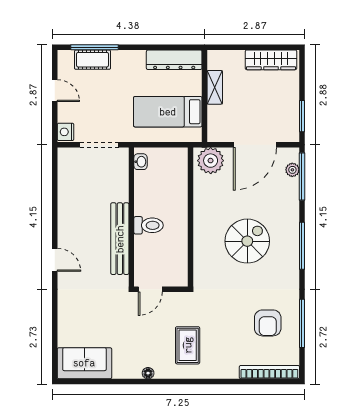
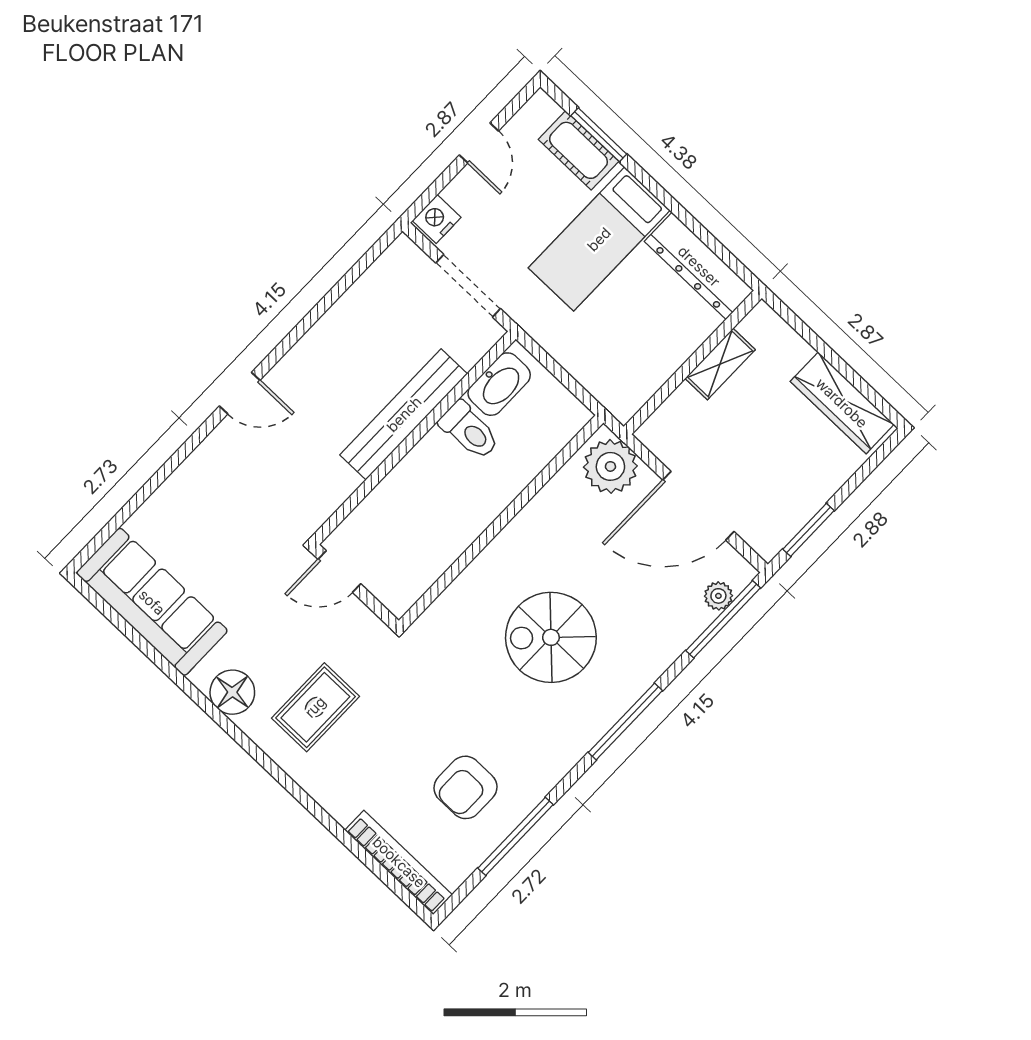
window: (94, 47) -> (599, 135), width x0.69
bed: (168, 112) -> (599, 239), moved, turned -90
washbasin: (141, 162) -> (499, 384), width x1.91, depth x1.45
toilet: (149, 225) -> (469, 430), moved
bench: (120, 239) -> (404, 414), moved
spiral stairs: (247, 241) -> (551, 637), turned 180
door: (55, 260) -> (240, 393), hinge flipped
sofa: (84, 363) -> (152, 602), width x1.36
floor lamp: (148, 373) -> (232, 692), width x1.89, depth x1.89

